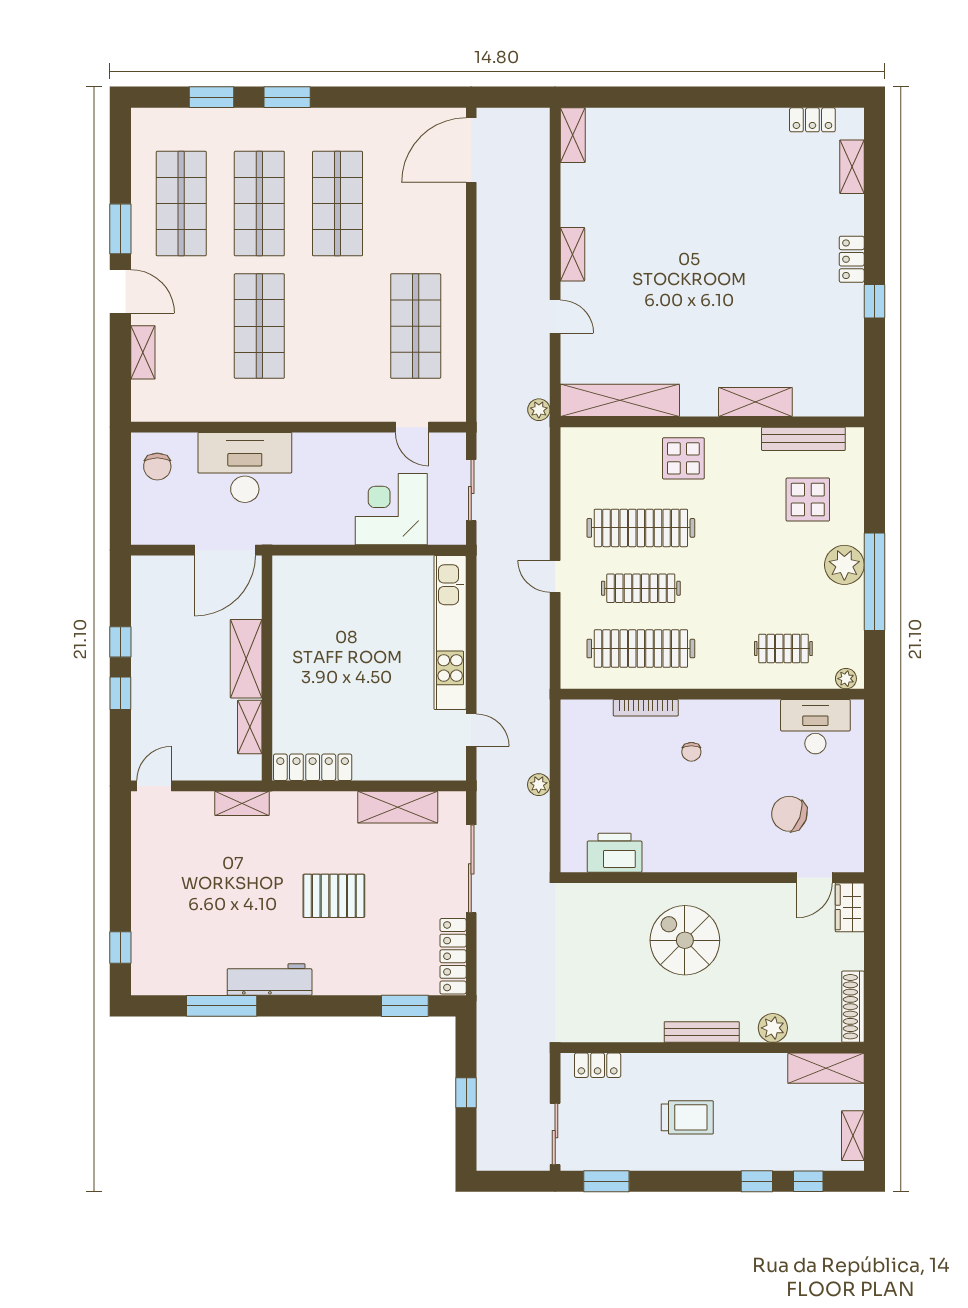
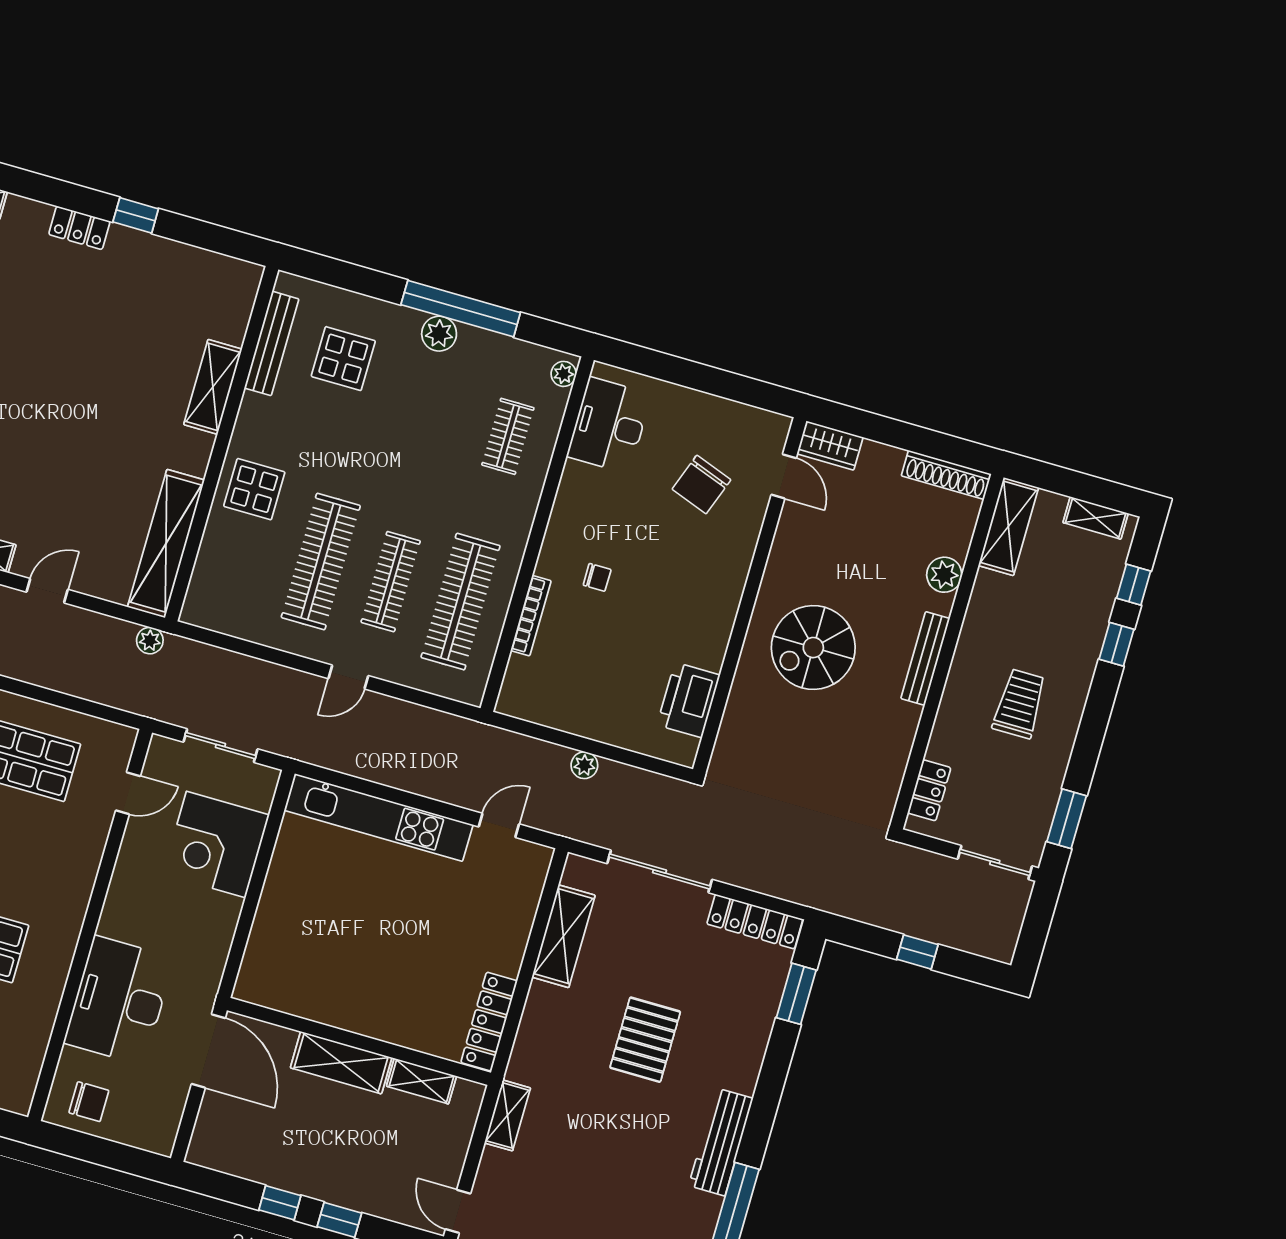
plant: (844, 565) -> (439, 334), width x0.73, depth x0.73

